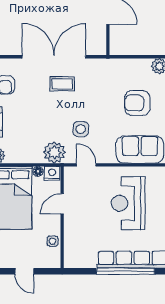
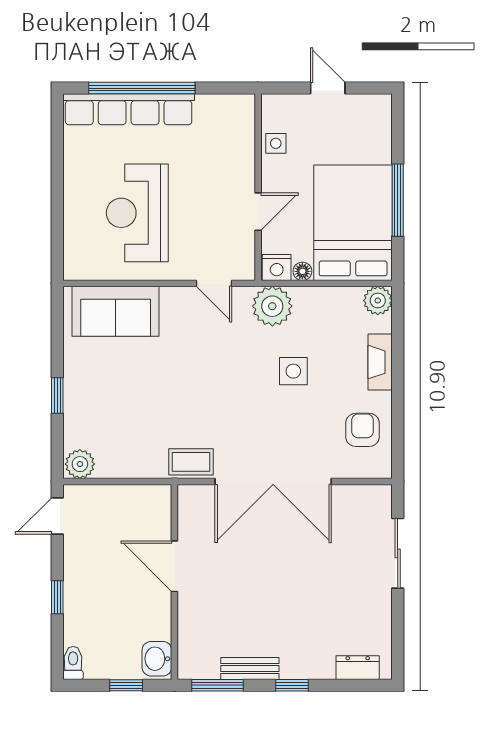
coffee table: (62, 84) -> (191, 462), moved
armchair: (137, 103) -> (120, 397), removed
side table: (81, 129) -> (293, 371), moved
reception desk: (128, 203) -> (137, 213), turned 180

